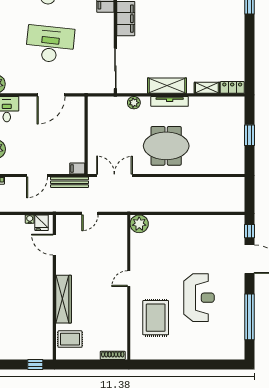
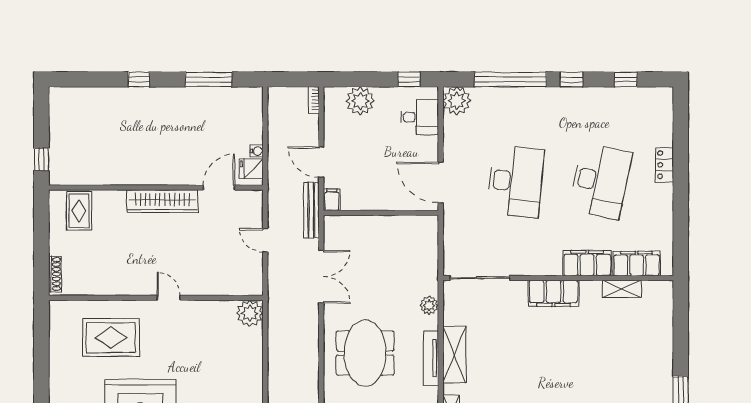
wall: (86, 135) -> (381, 213), moved
filing cabinet: (77, 168) -> (332, 200), moved
wardrobe: (64, 299) -> (162, 201), moved

